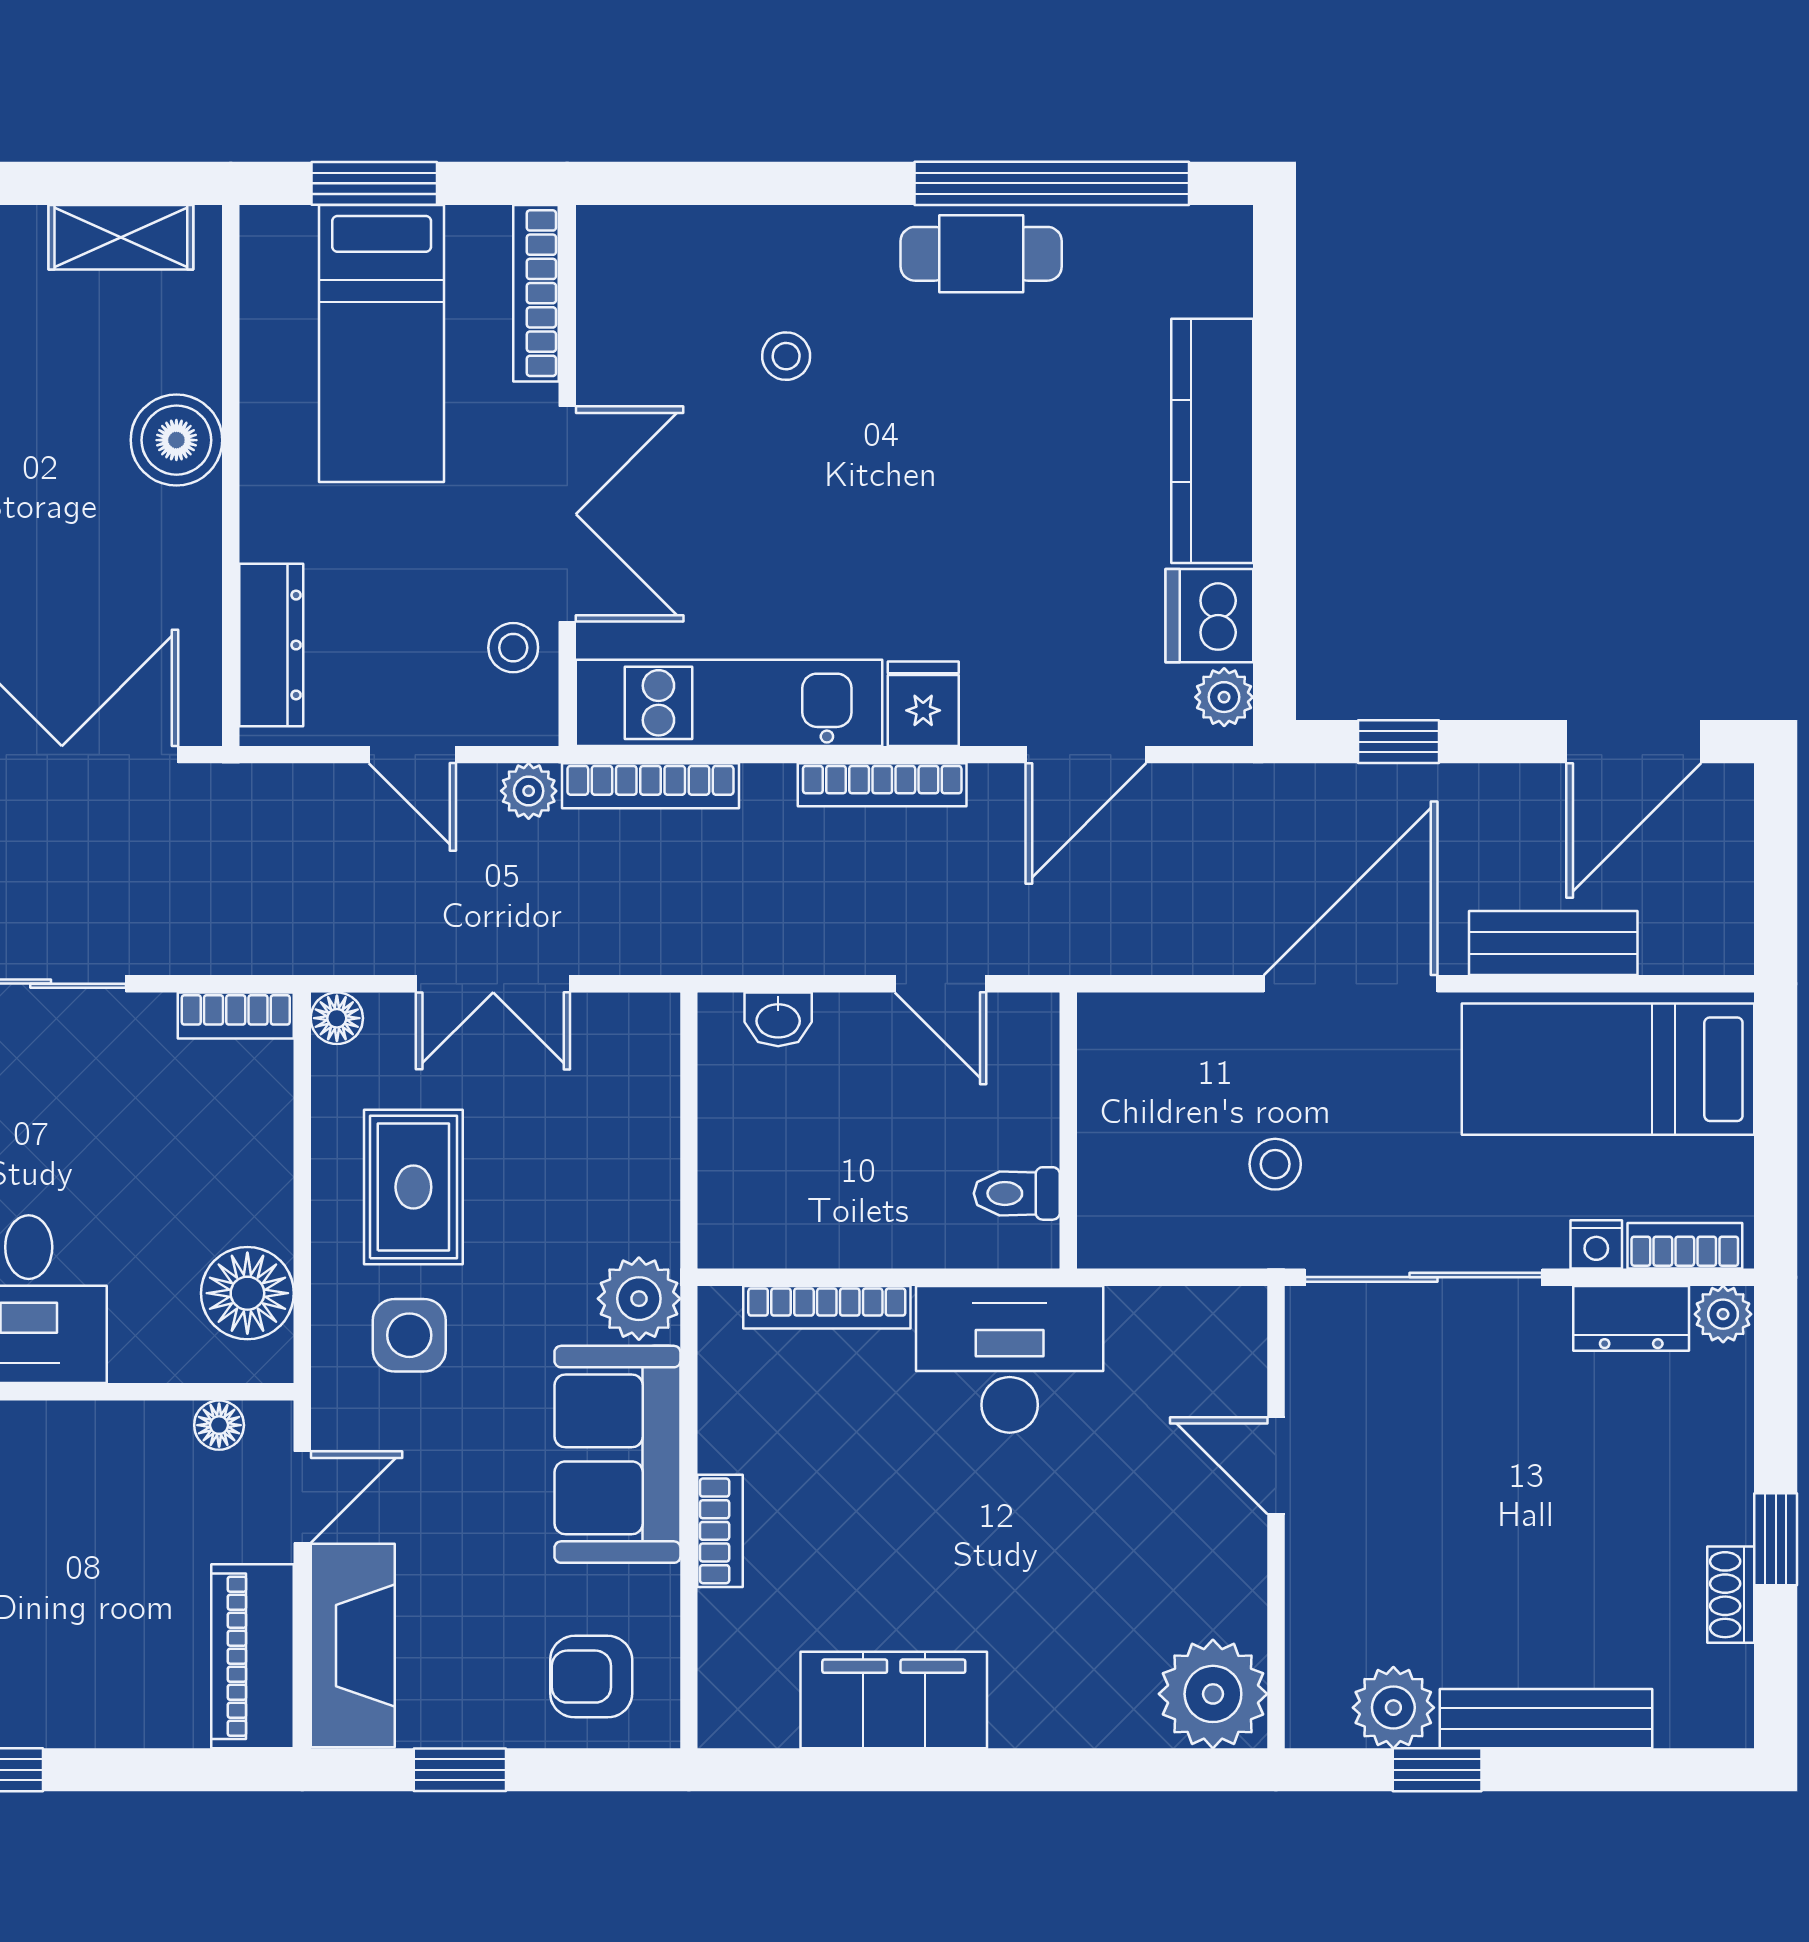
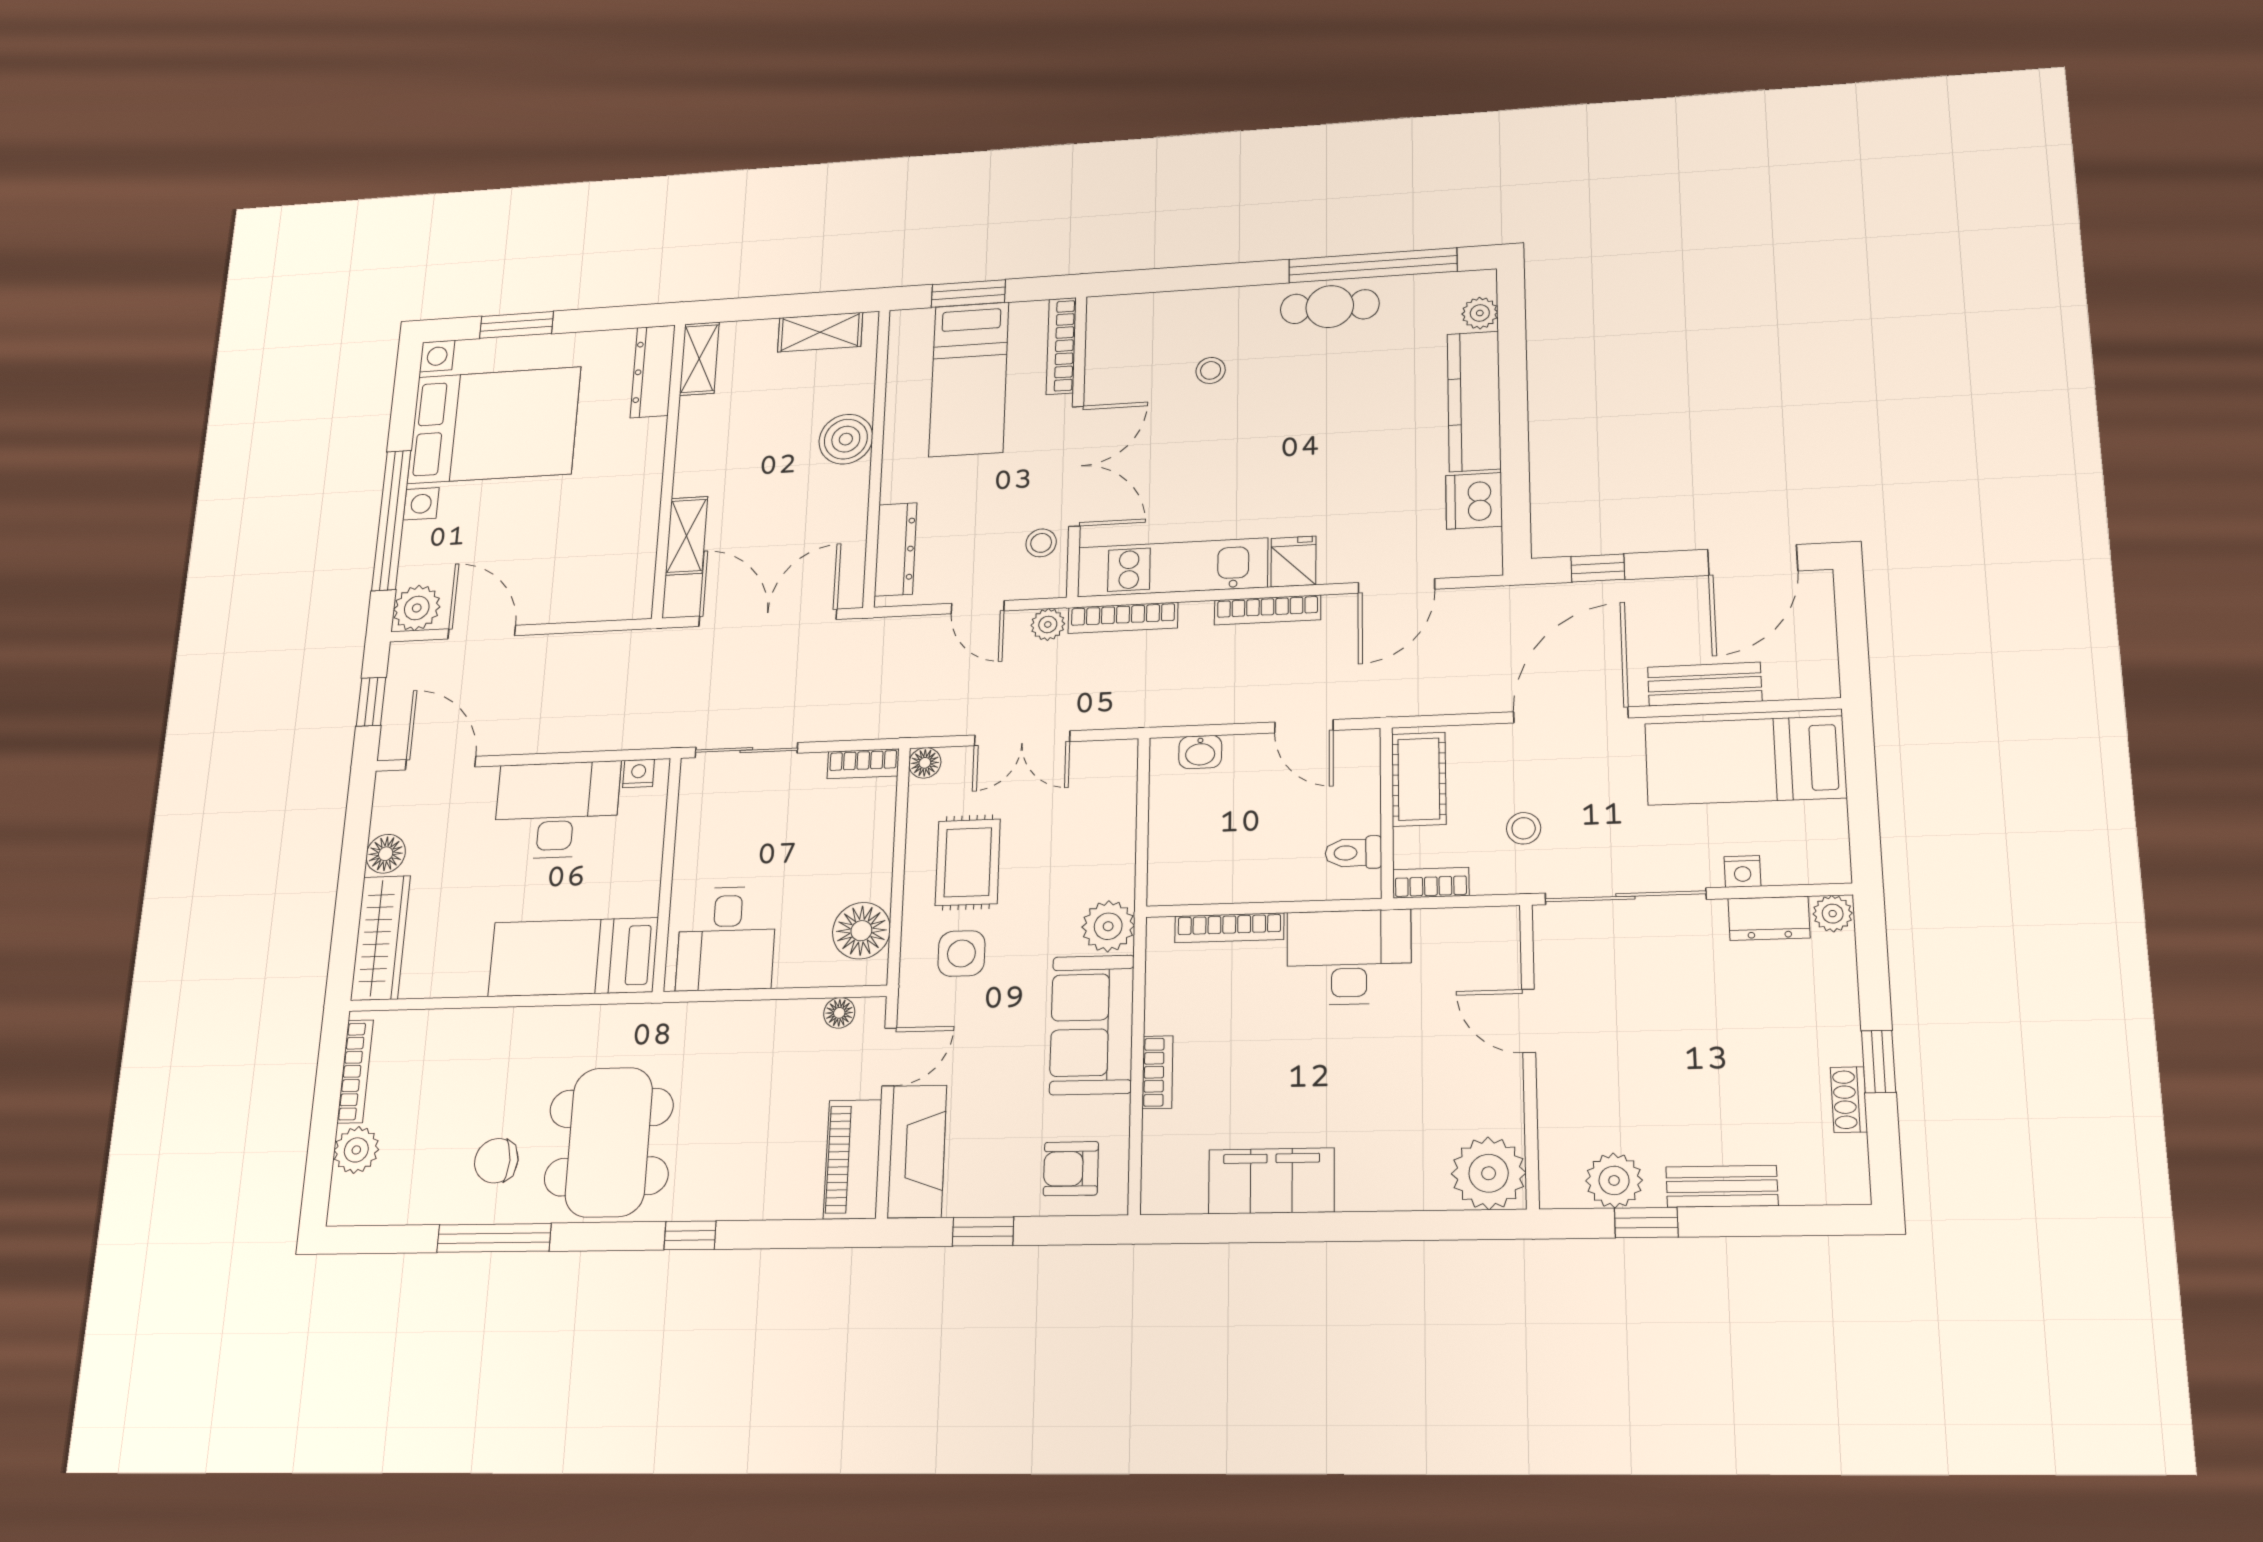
plant: (1224, 697) -> (1480, 313), moved
cot: (1118, 1078) -> (1419, 779), added
bookcase: (1685, 1246) -> (1431, 883), moved
bench: (1546, 1719) -> (1722, 1186), width x0.73

